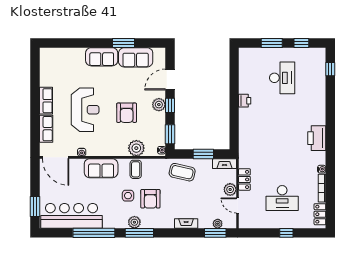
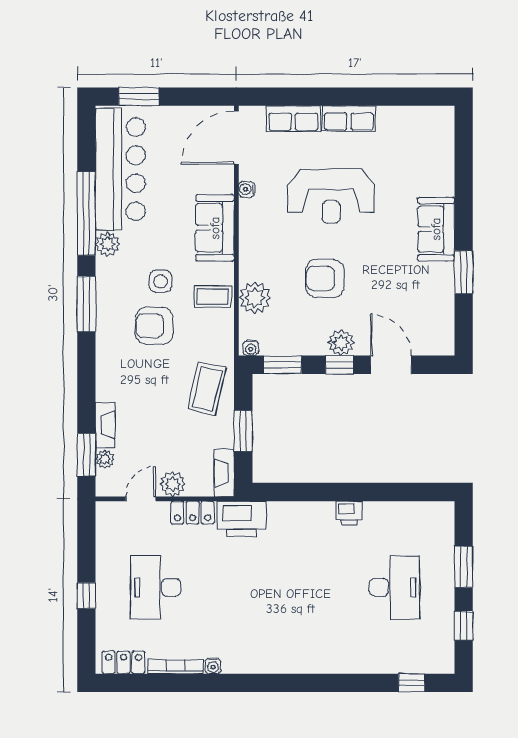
sofa: (136, 57) -> (435, 297), removed
desk: (282, 78) -> (394, 587), turned -90
printer: (317, 138) -> (242, 519), moved, turned 180
plant: (134, 222) -> (108, 244), moved
fireplace: (186, 223) -> (105, 425), moved

